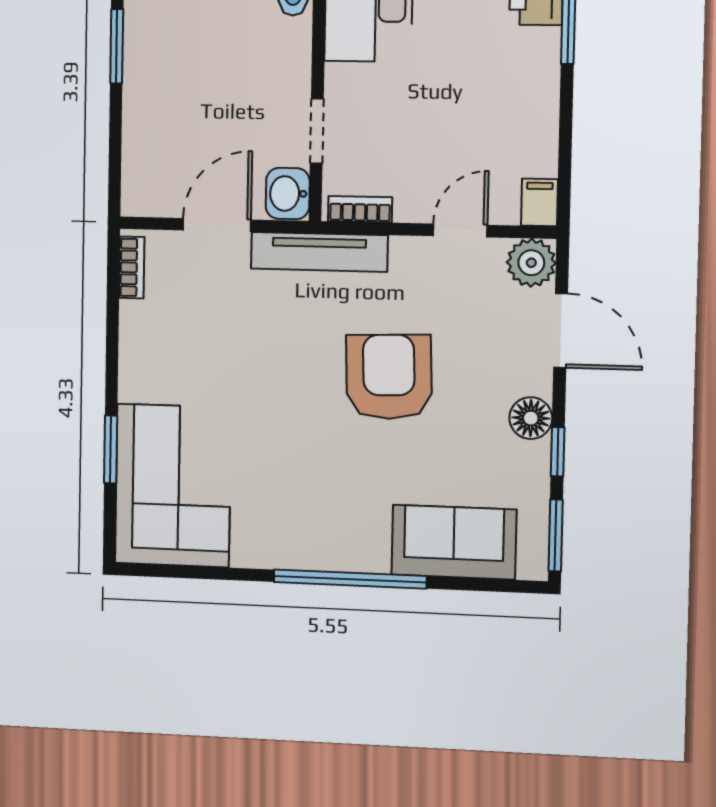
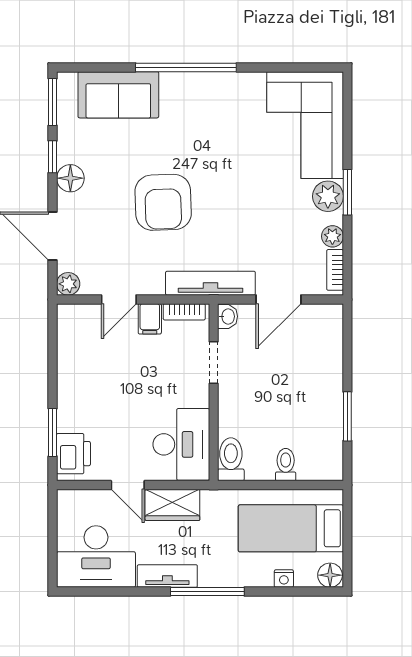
washbasin: (288, 194) -> (228, 316), width x0.72, depth x0.69
filing cabinet: (539, 202) -> (150, 319), moved
plant: (531, 263) -> (68, 284), width x0.73, depth x0.73
plant: (135, 318) -> (332, 236), added
plant: (141, 378) -> (328, 196), added
window: (111, 449) -> (347, 192), moved

